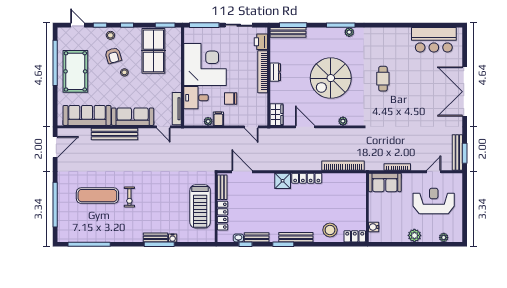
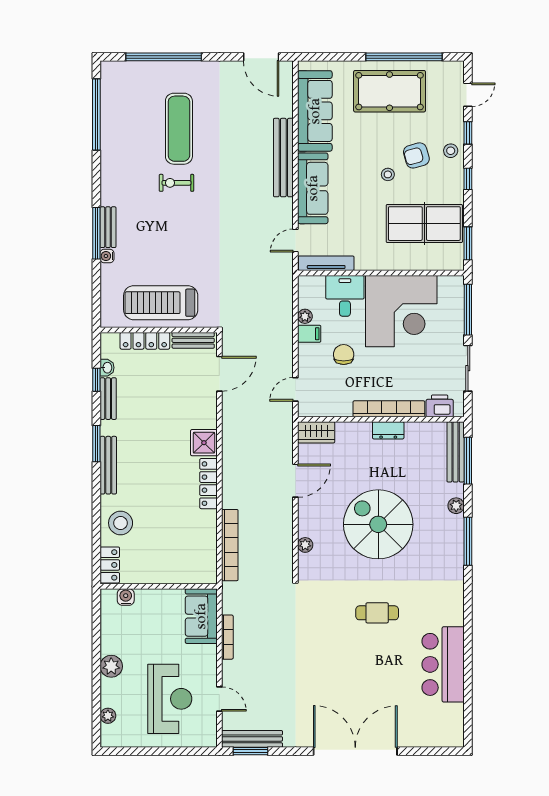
plant: (349, 32) -> (456, 506), moved
bar counter: (434, 40) -> (443, 664), moved

